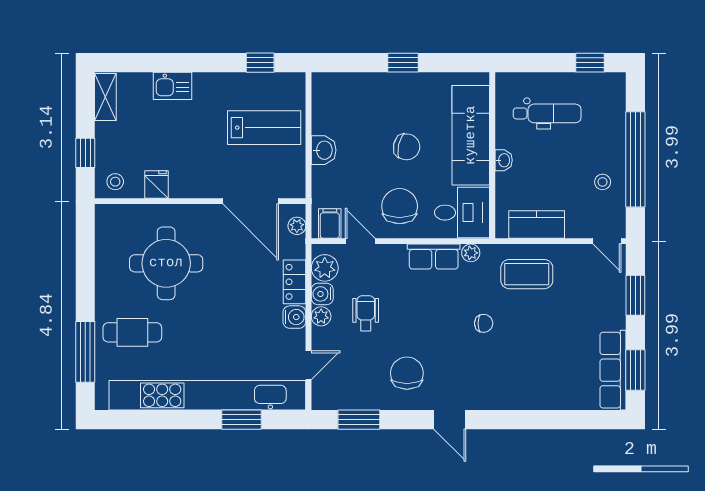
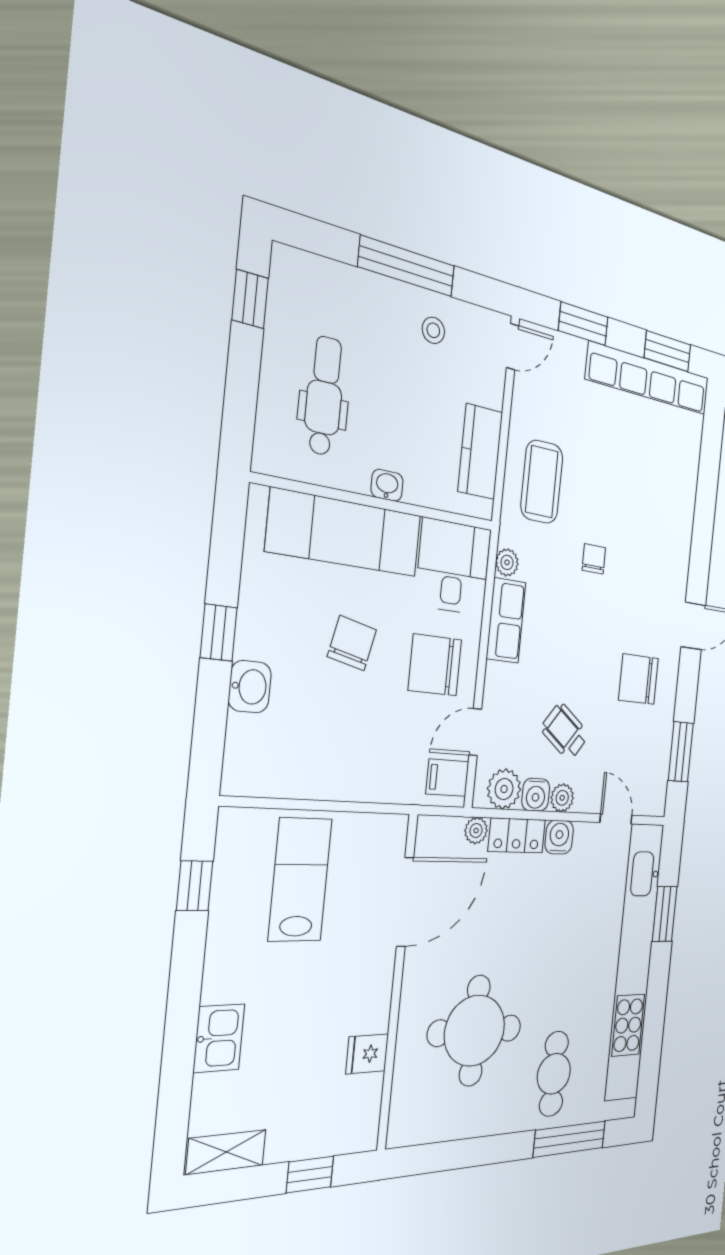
washbasin: (324, 150) -> (250, 687), moved, turned 90
window: (635, 159) -> (407, 266), width x0.68
stool: (115, 182) -> (357, 1121), removed
plant: (297, 226) -> (476, 831), moved
wheelchair: (366, 313) -> (565, 732), turned 37
row of seats: (613, 370) -> (649, 379), width x1.36

